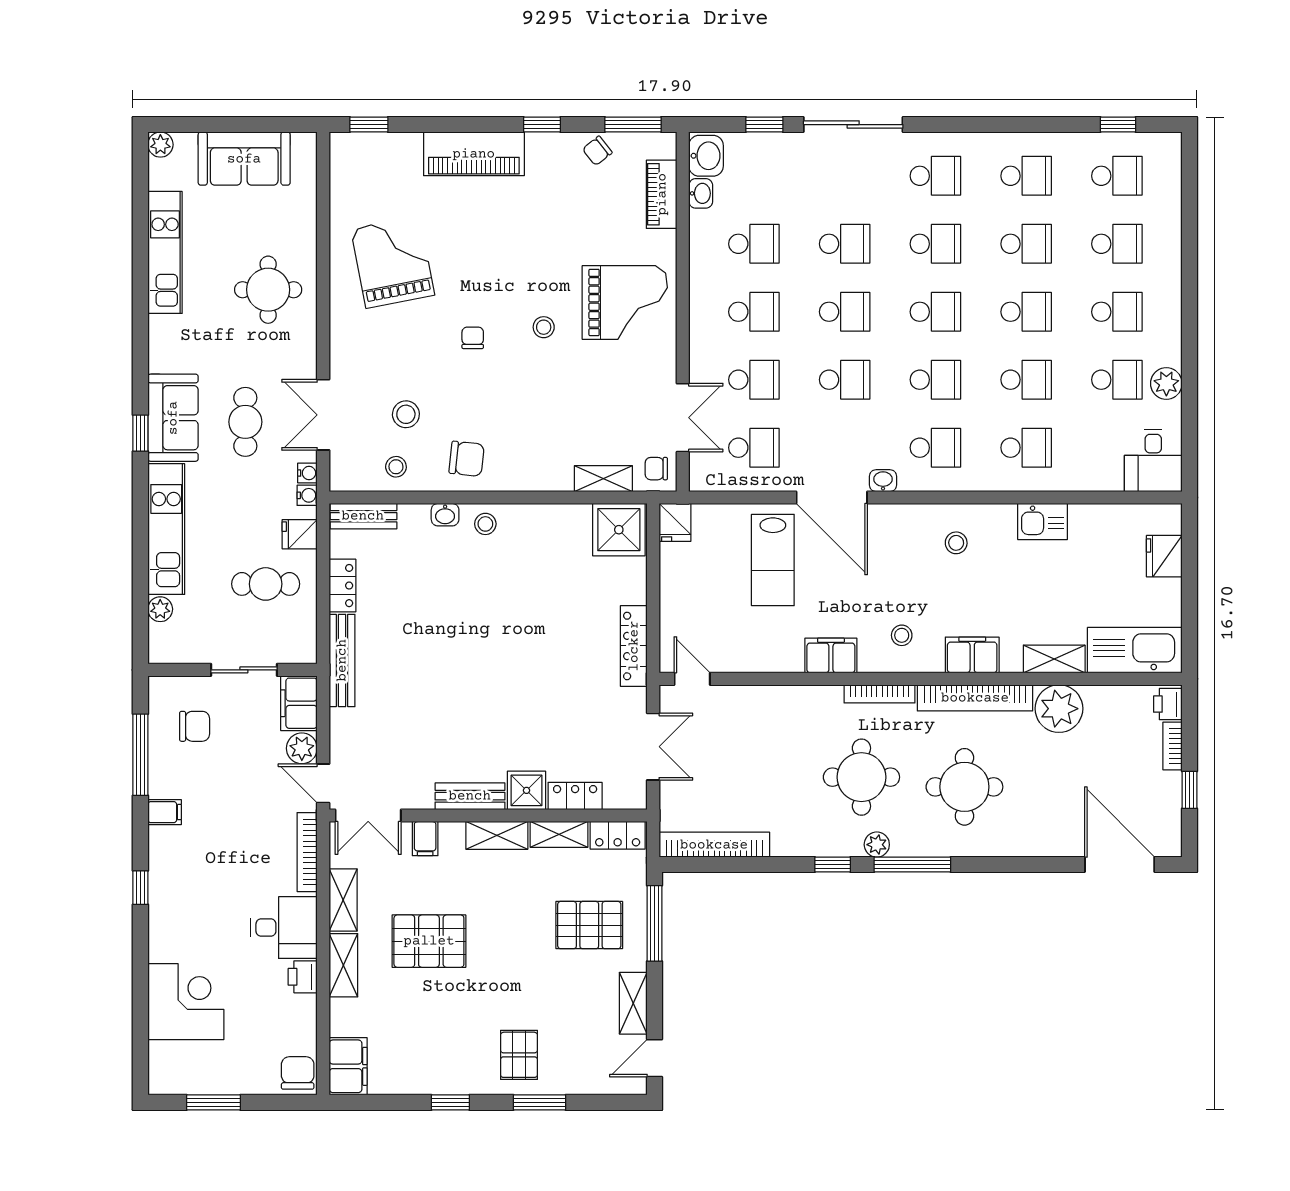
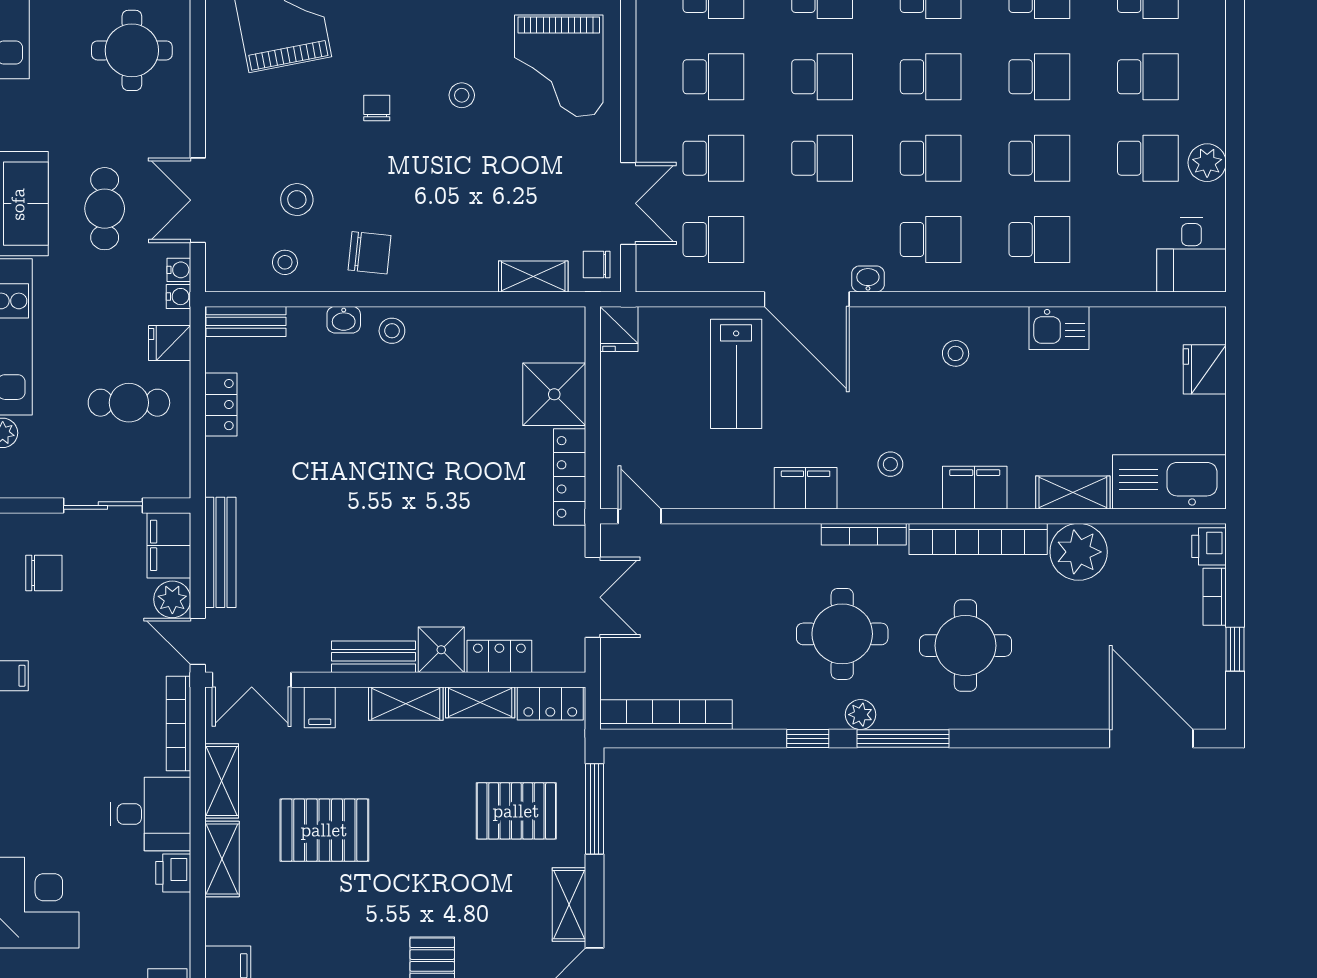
grand piano: (625, 302) -> (559, 66), turned 90
shower: (619, 530) -> (554, 394), moved
bench: (342, 660) -> (220, 552), moved

